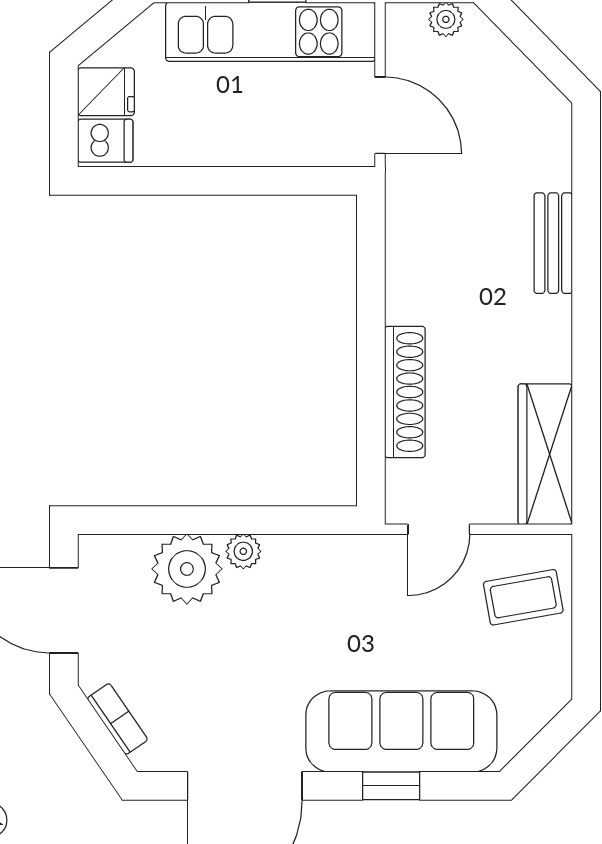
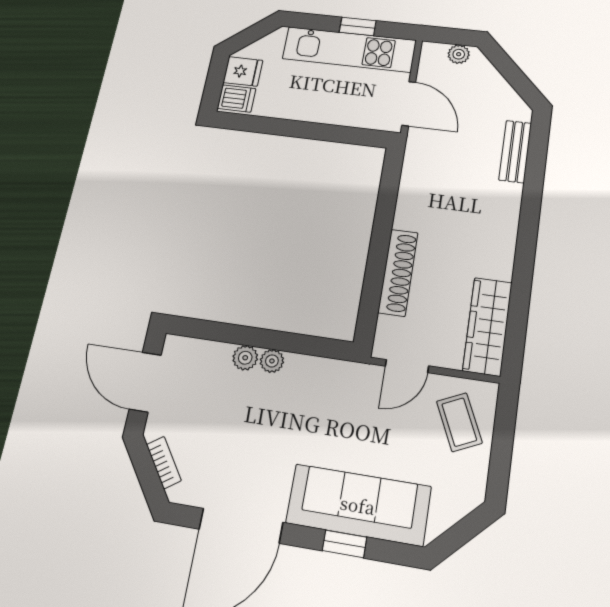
bench: (553, 243) -> (515, 152), moved
plant: (187, 569) -> (245, 358), width x0.53, depth x0.53
coffee table: (523, 597) -> (459, 422), turned 75

